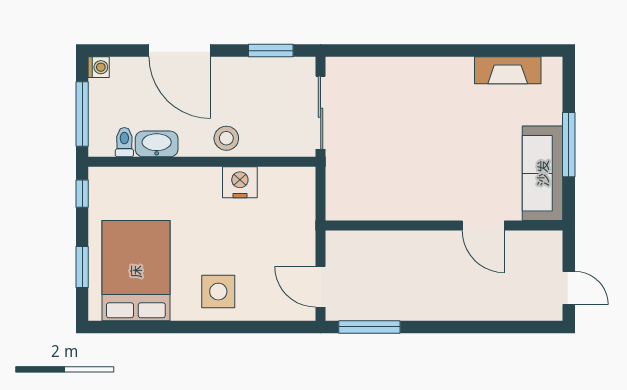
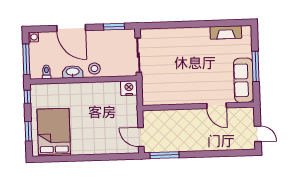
washbasin: (157, 144) -> (73, 72), moved
nightstand: (240, 182) -> (129, 88), moved
side table: (218, 292) -> (93, 141), removed

